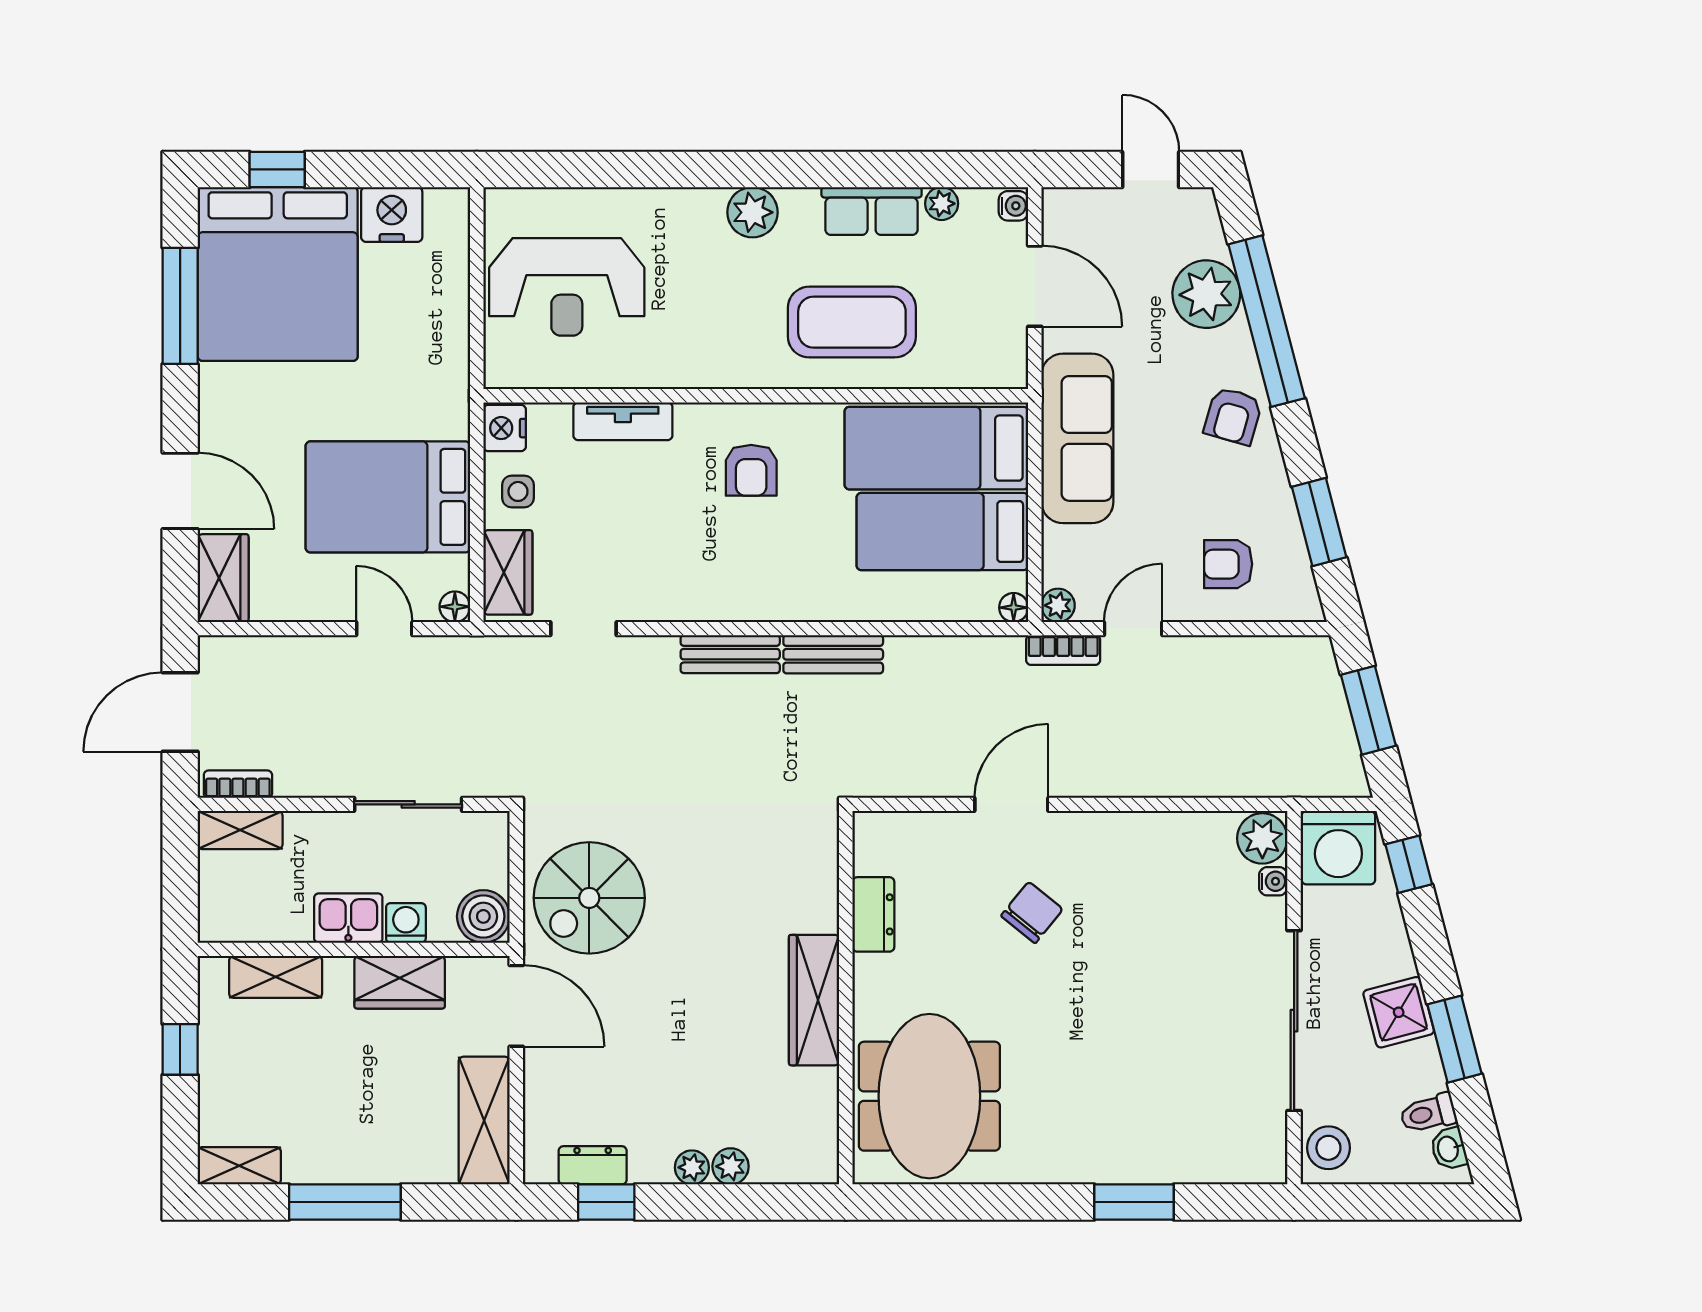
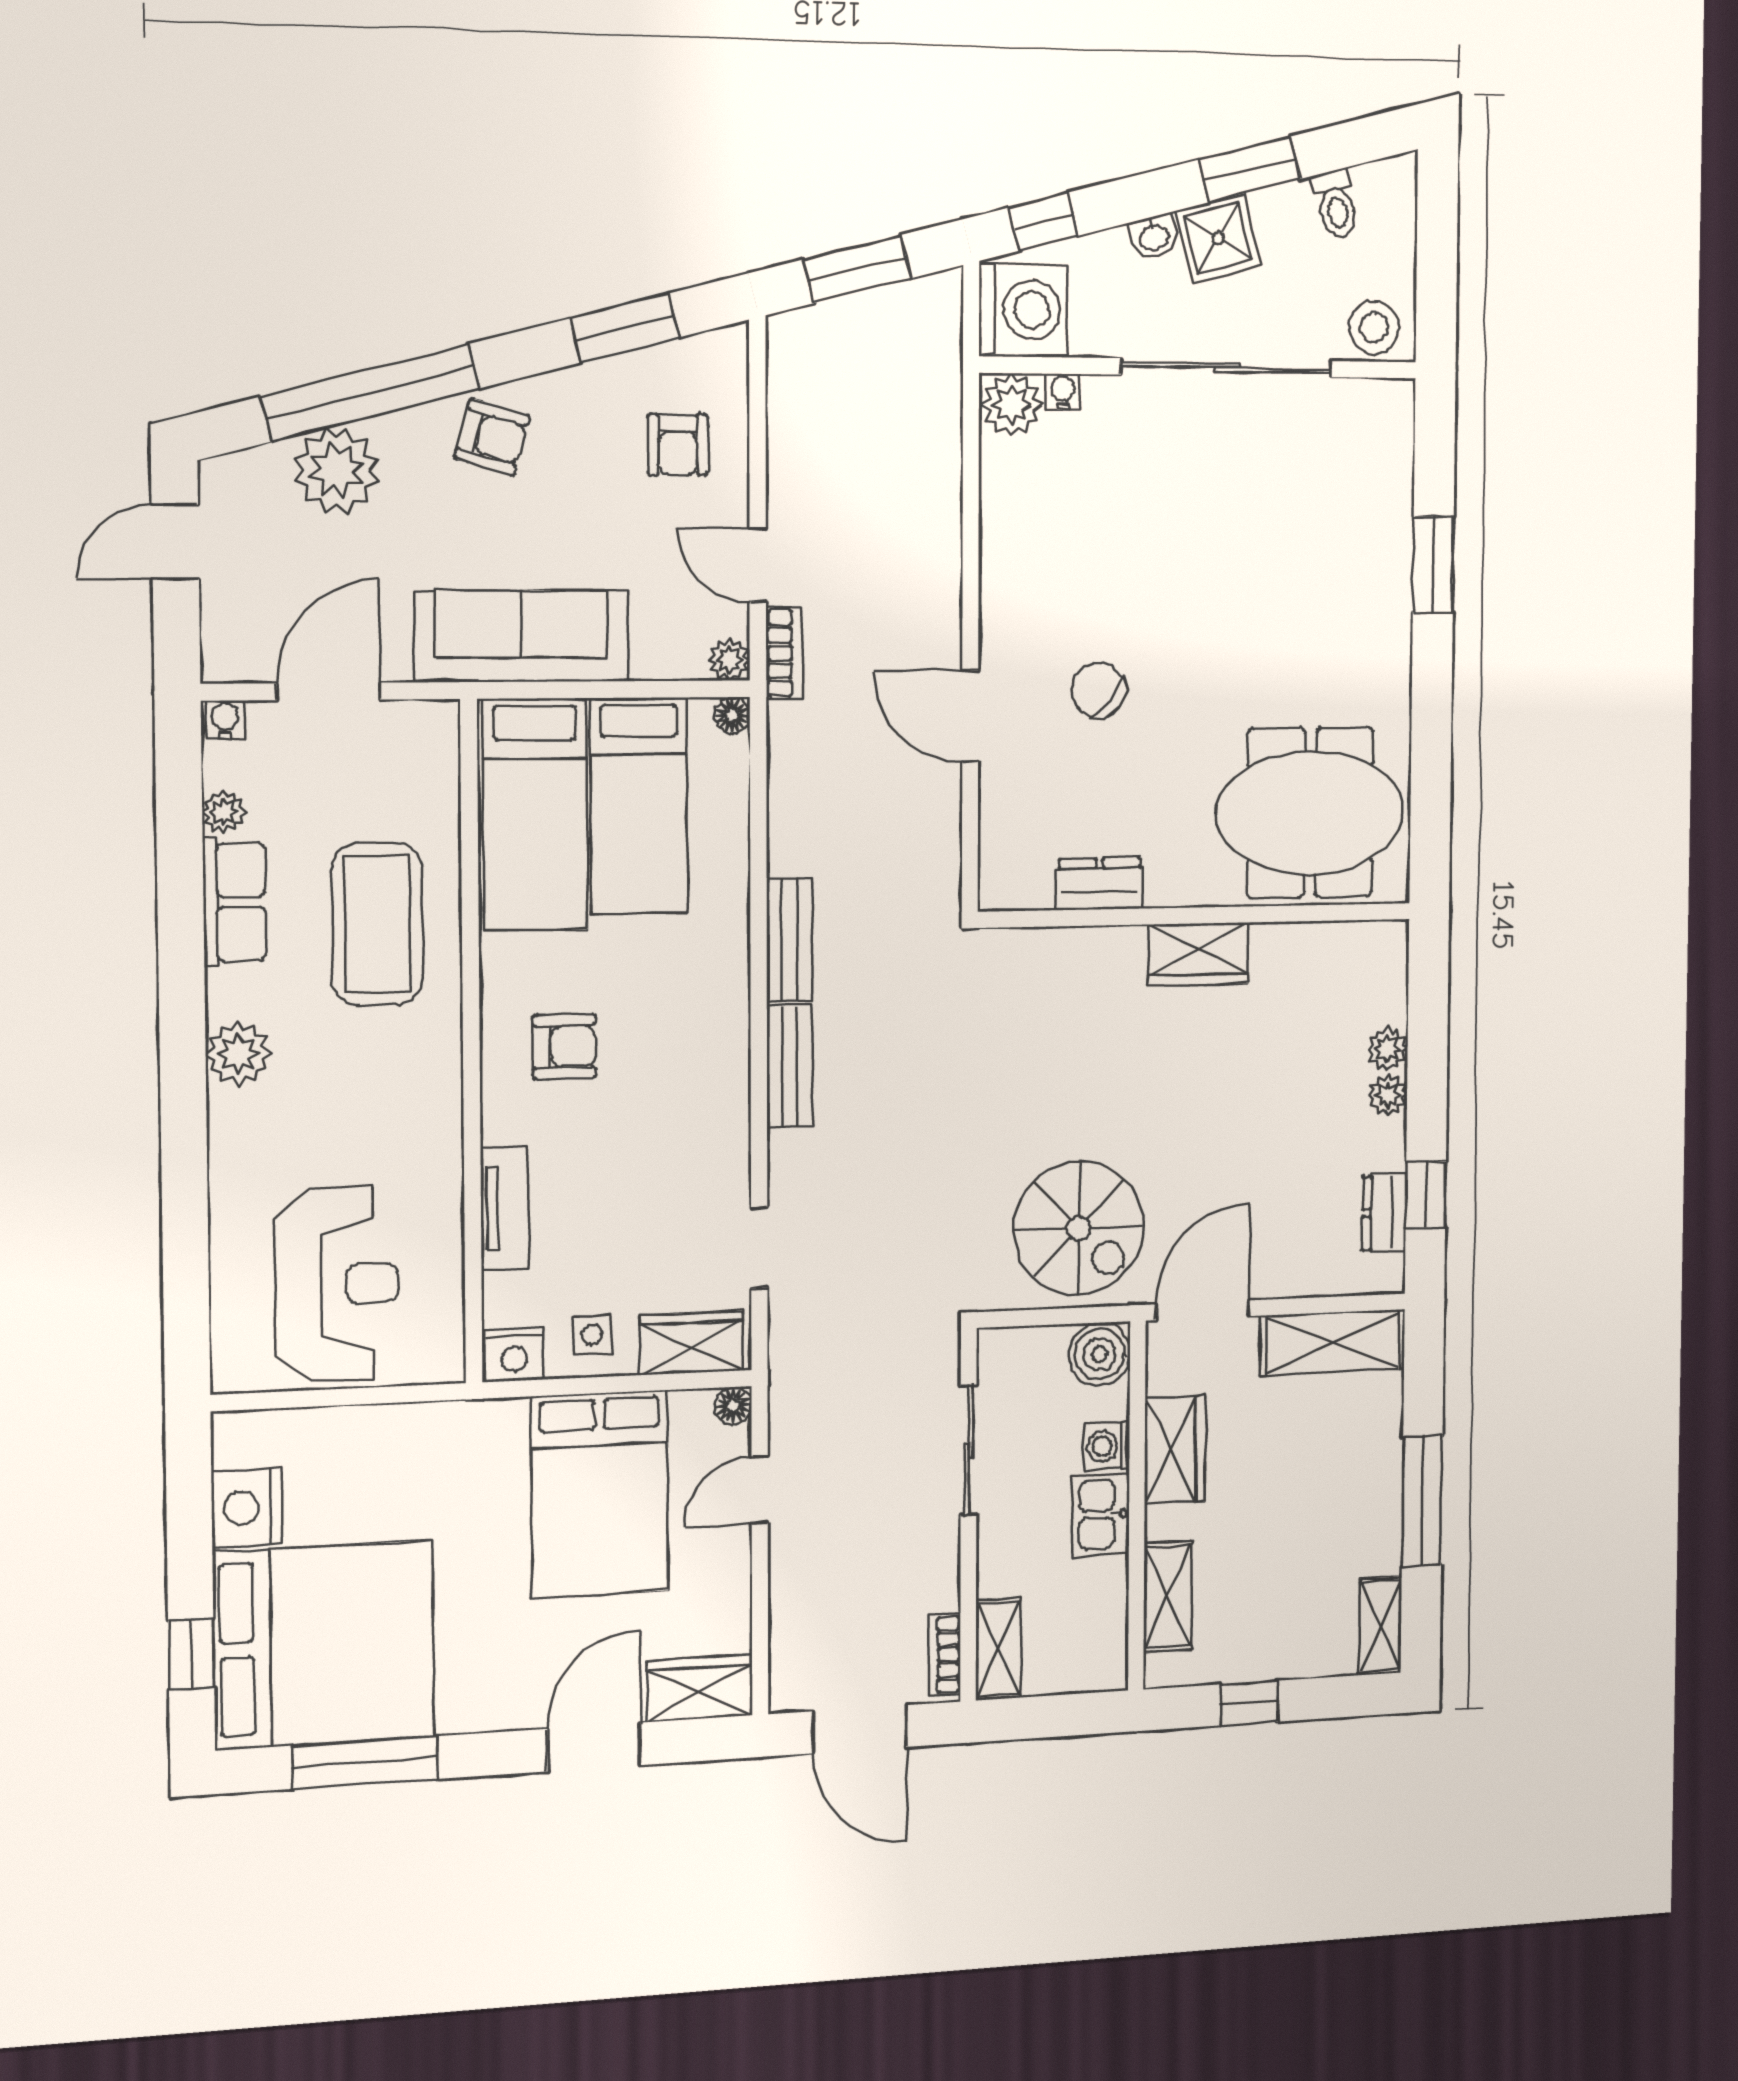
wardrobe: (814, 1000) -> (1199, 954), width x0.67
washbasin: (1449, 1149) -> (1154, 237), moved

